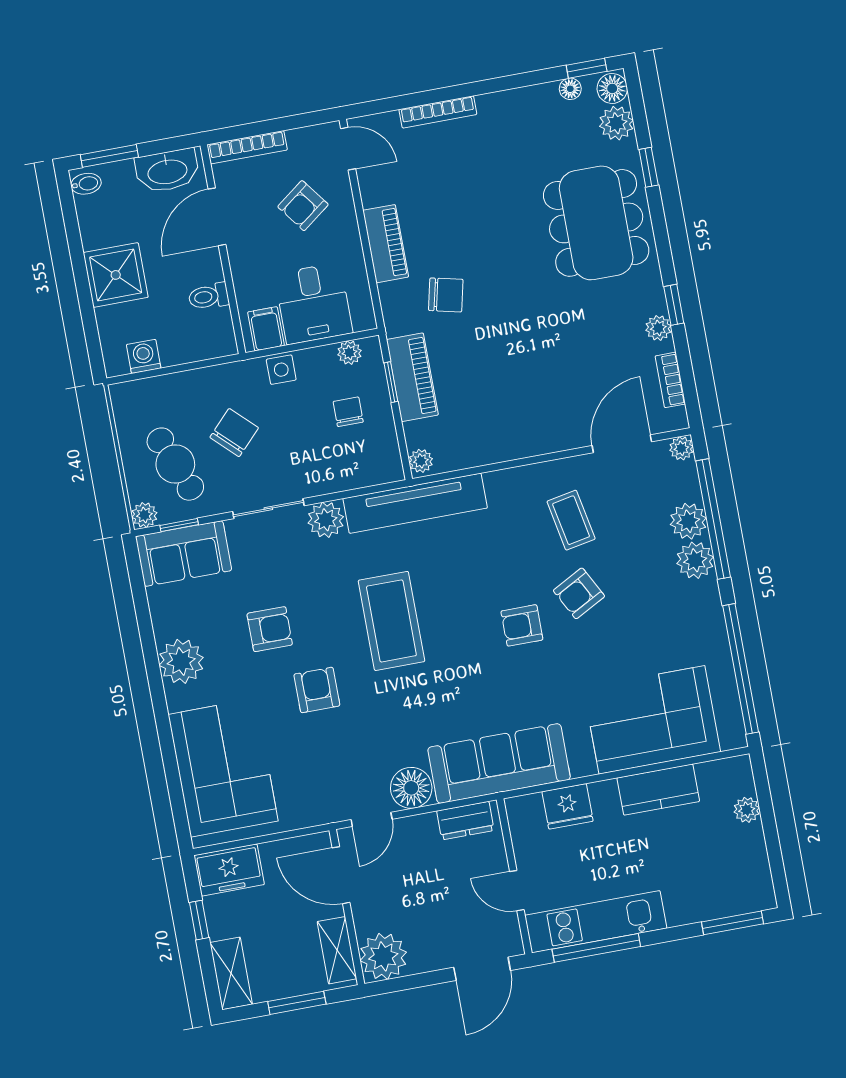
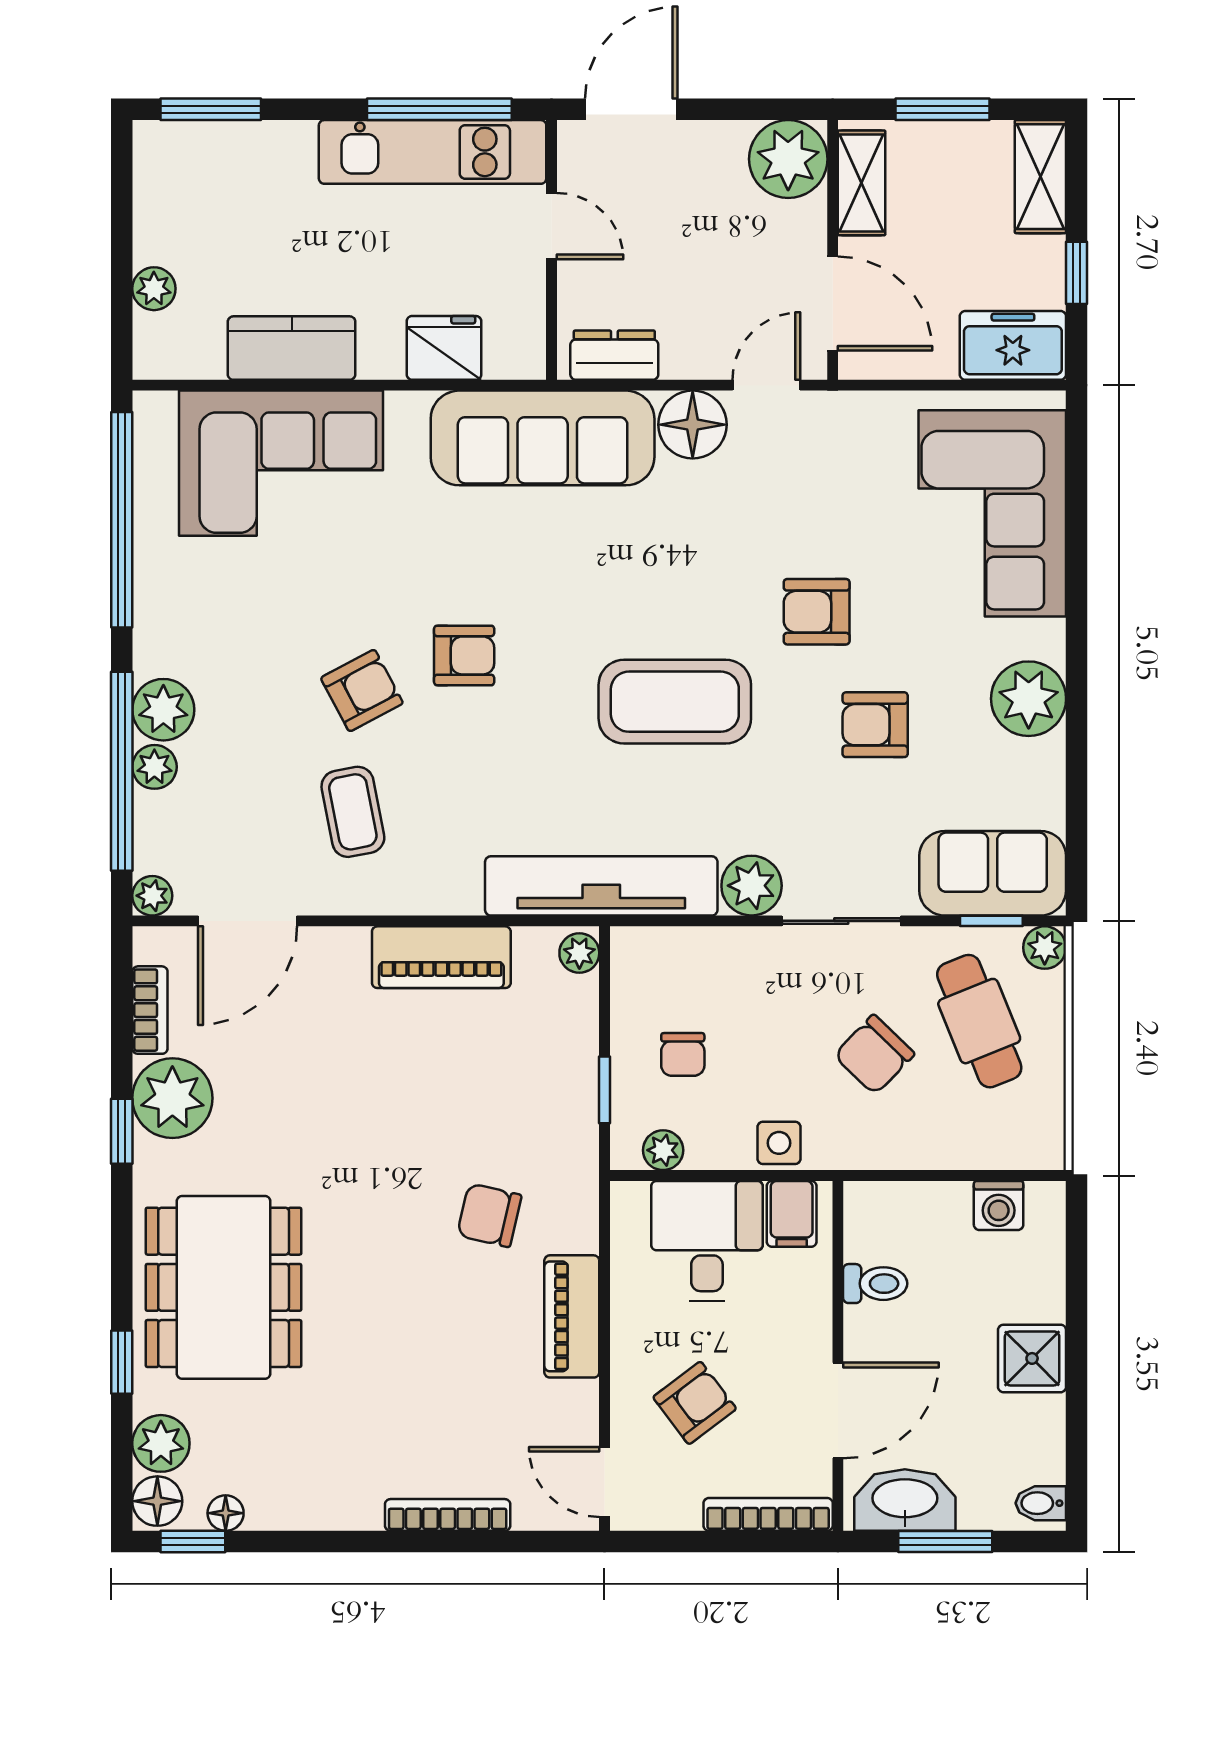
window: (109, 156) -> (945, 1542), moved
shower: (116, 275) -> (1032, 1358), width x0.73, depth x0.73
plant: (658, 328) -> (172, 1098), width x1.88, depth x1.88
piano: (412, 377) -> (441, 957), moved, turned -90
plant: (688, 521) -> (154, 767), width x0.73, depth x0.73
coffee table: (391, 621) -> (675, 702), turned 90
armchair: (317, 690) -> (817, 612), turned 90

